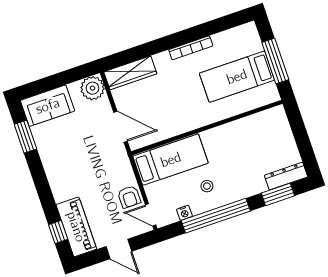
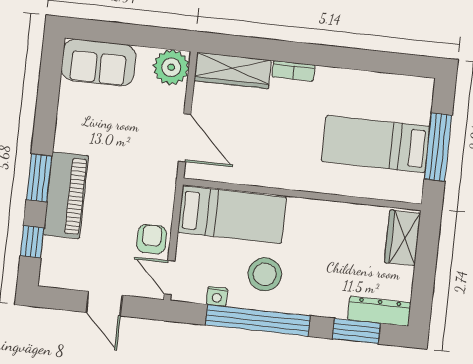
bookcase: (191, 48) -> (293, 71), moved, width x0.64
wardrobe: (279, 125) -> (402, 238), added
window: (25, 137) -> (39, 178), moved
stool: (207, 186) -> (265, 274), width x1.89, depth x1.89
armchair: (129, 197) -> (152, 239), turned 180
piano: (76, 227) -> (66, 195), moved

